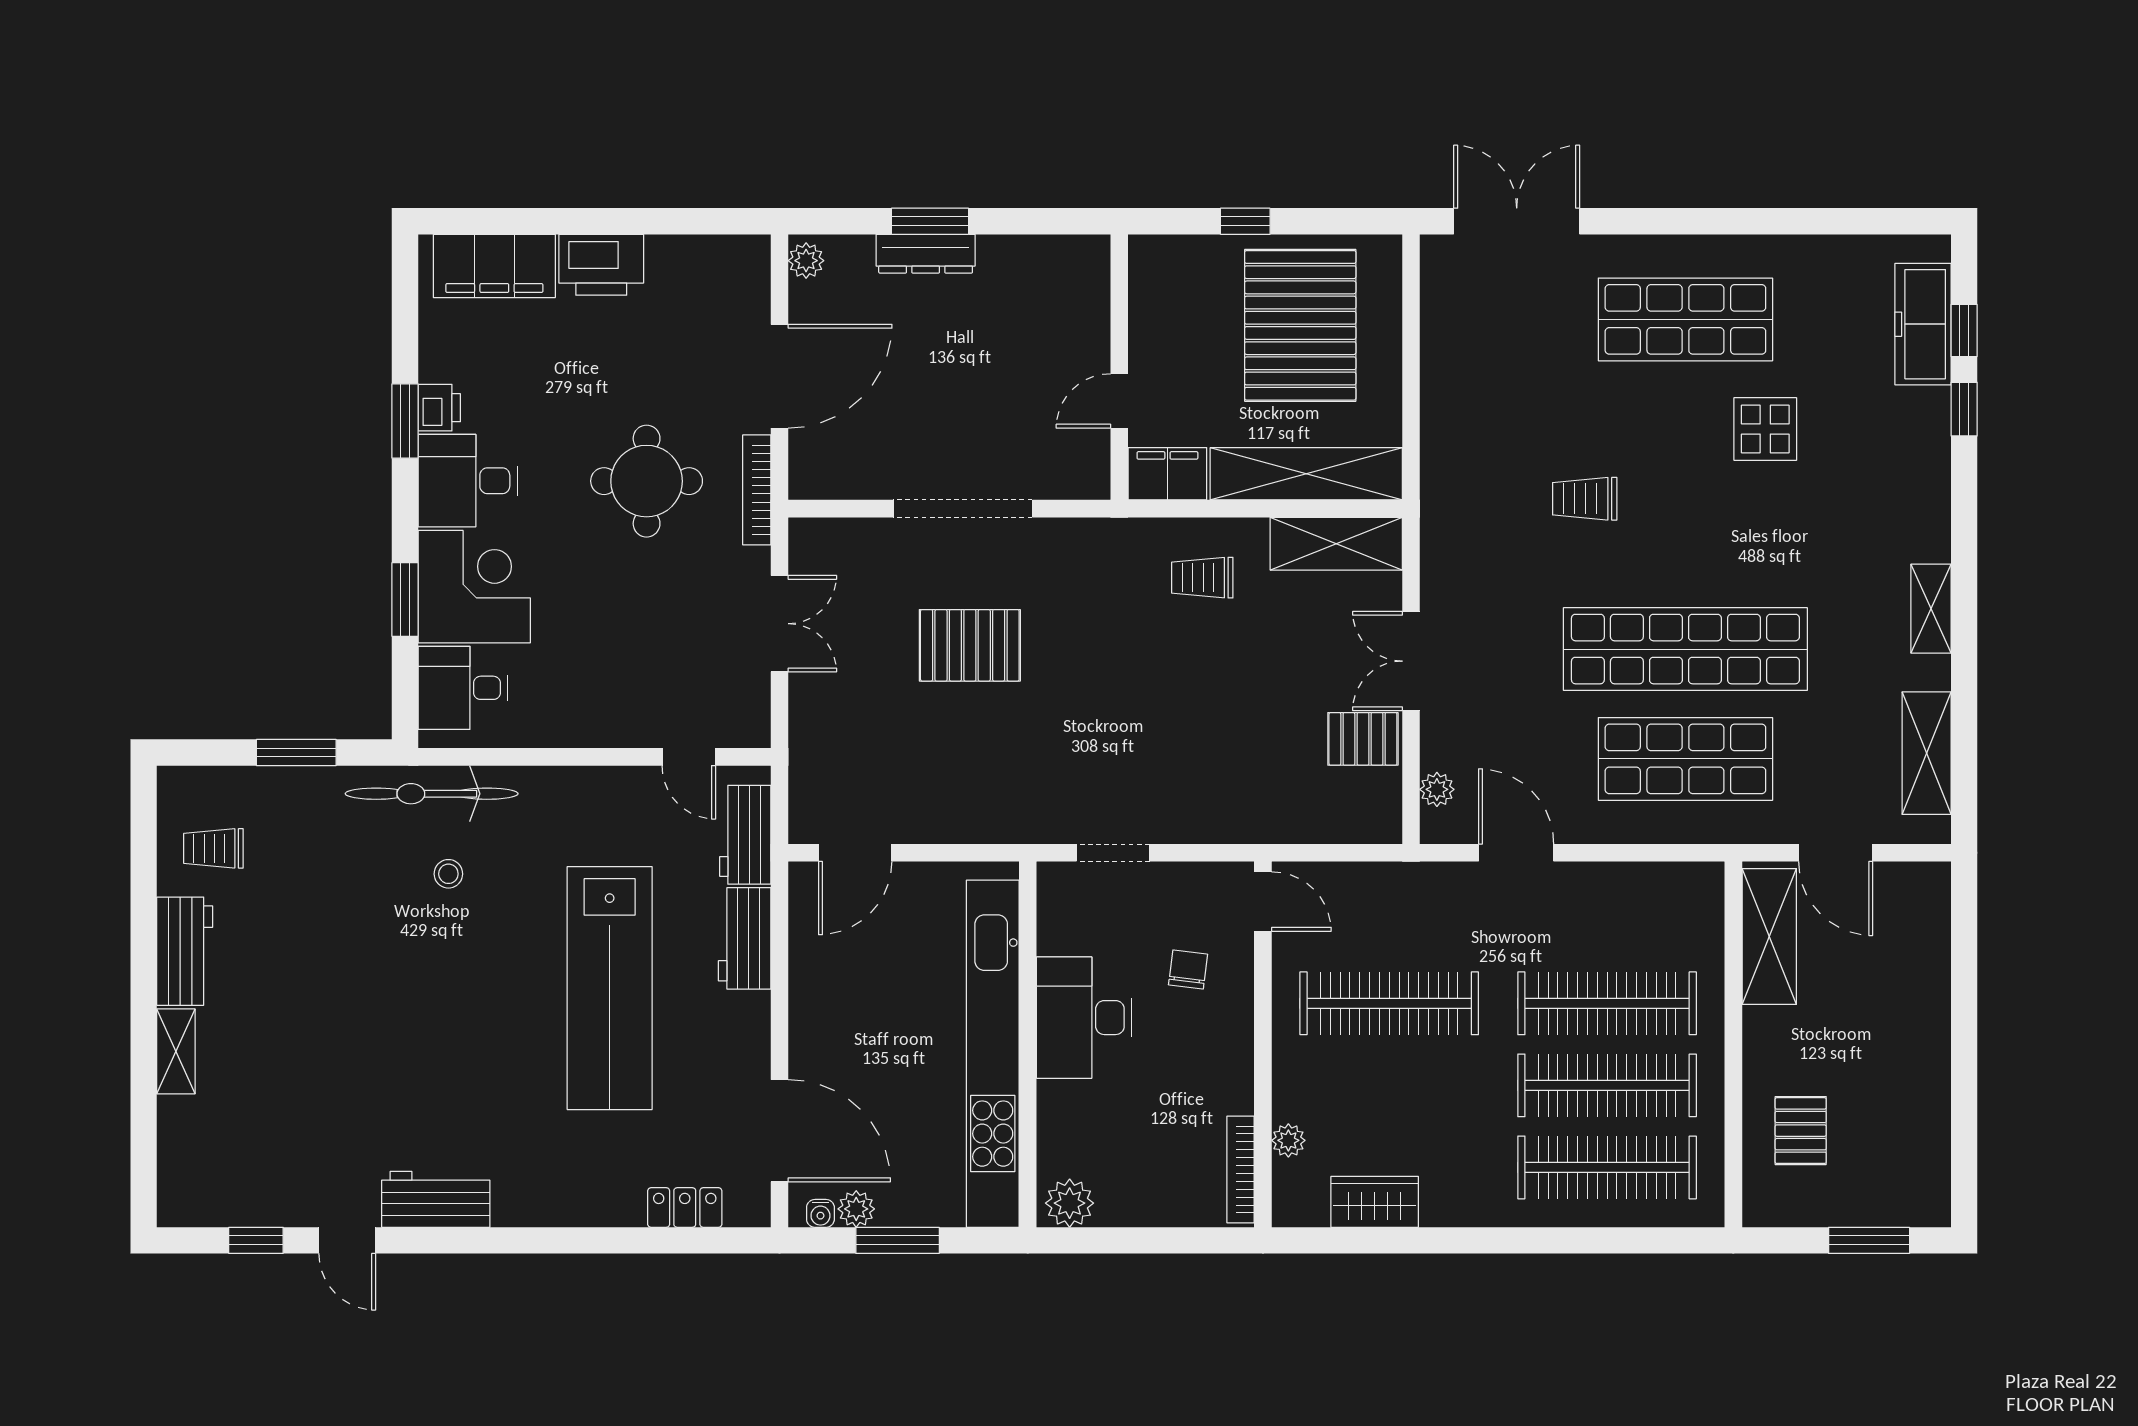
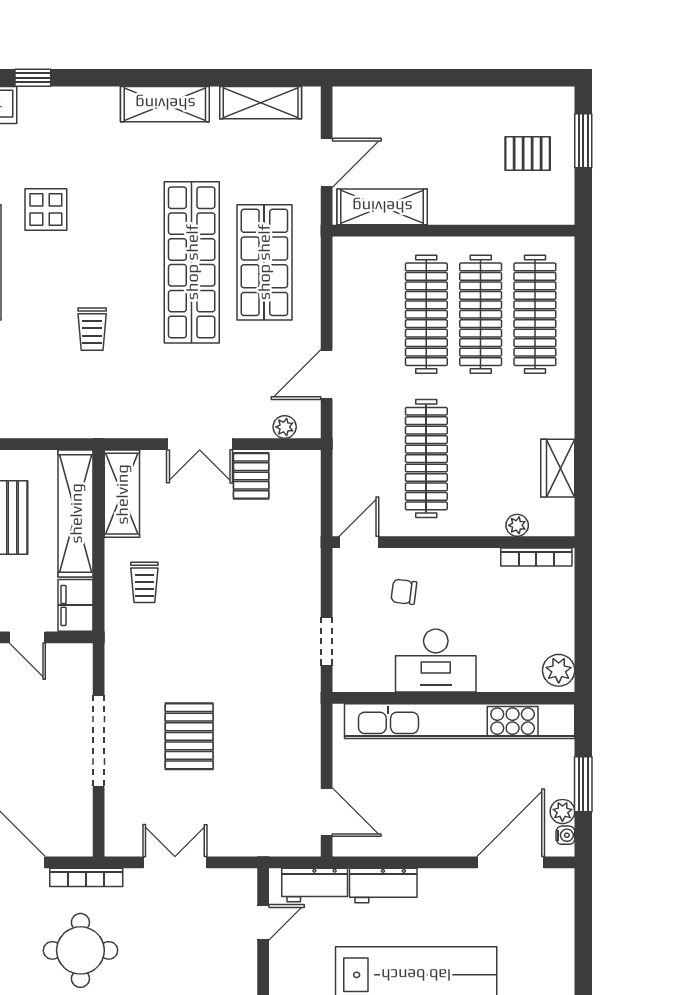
shelving: (1931, 609) -> (165, 104), width x1.50, depth x1.33
pallet: (1801, 1131) -> (528, 154), moved
locker: (685, 1208) -> (562, 925), removed

